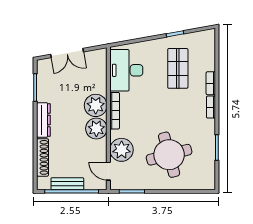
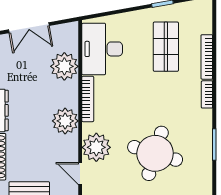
bookcase: (211, 83) -> (207, 57), width x1.56
plant: (96, 105) -> (64, 66), moved
round table: (169, 155) -> (155, 153), turned 32

